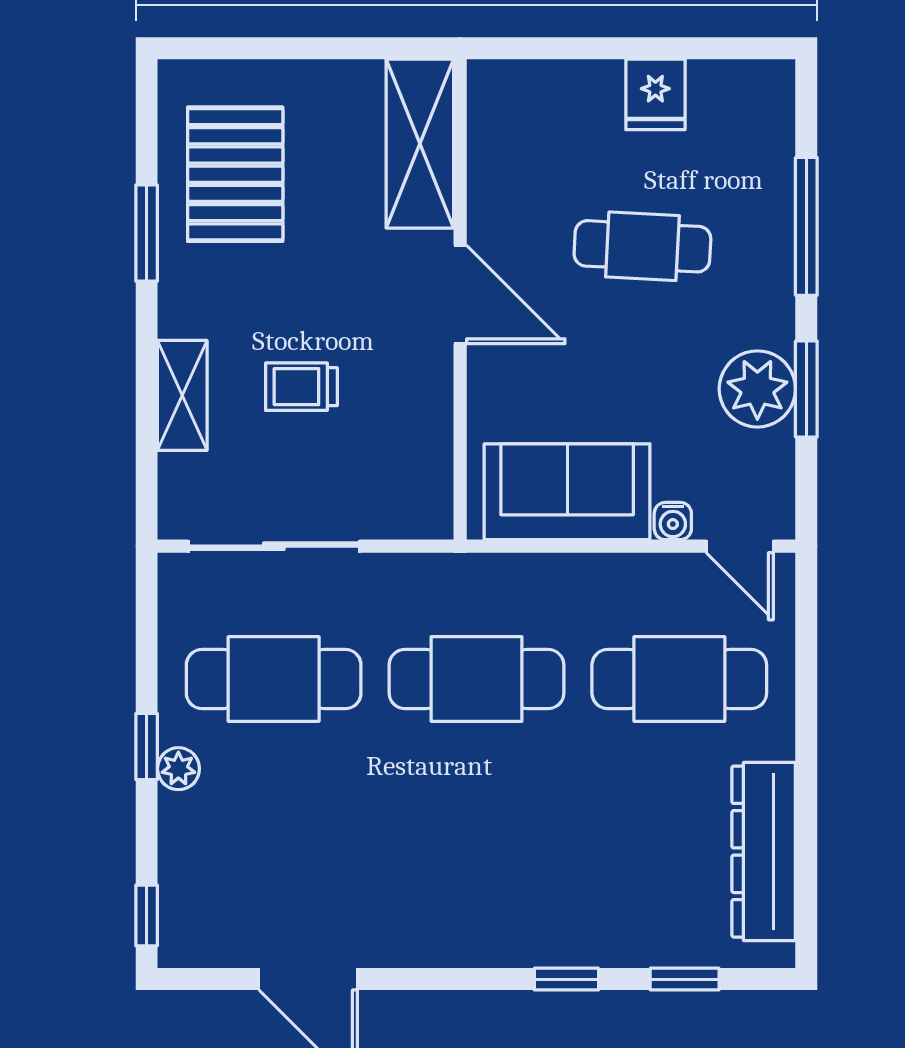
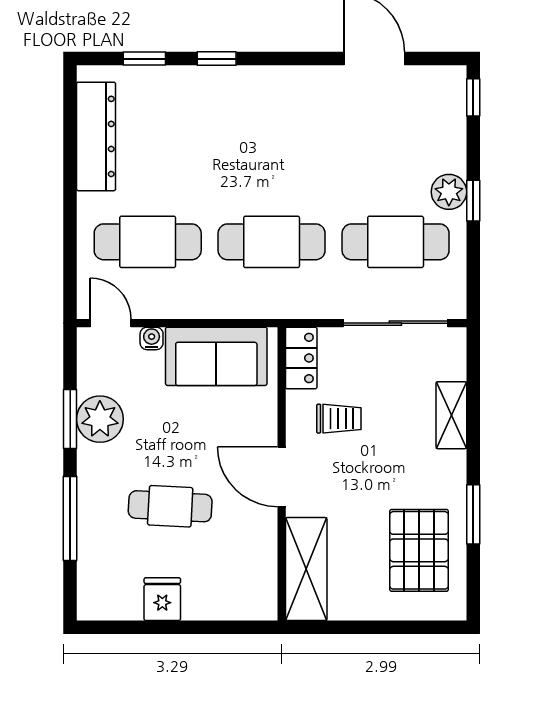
trolley: (301, 387) -> (339, 419), moved
locker: (428, 489) -> (301, 358), added
plant: (178, 769) -> (449, 192), width x1.38, depth x1.38

